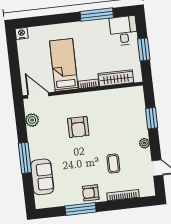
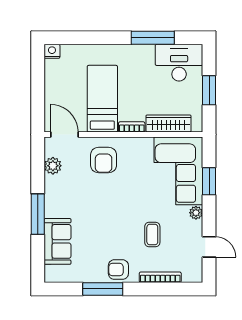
desk: (124, 31) -> (179, 63), width x1.37
corner sofa: (128, 113) -> (178, 171), added
armchair: (78, 127) -> (104, 160), moved

